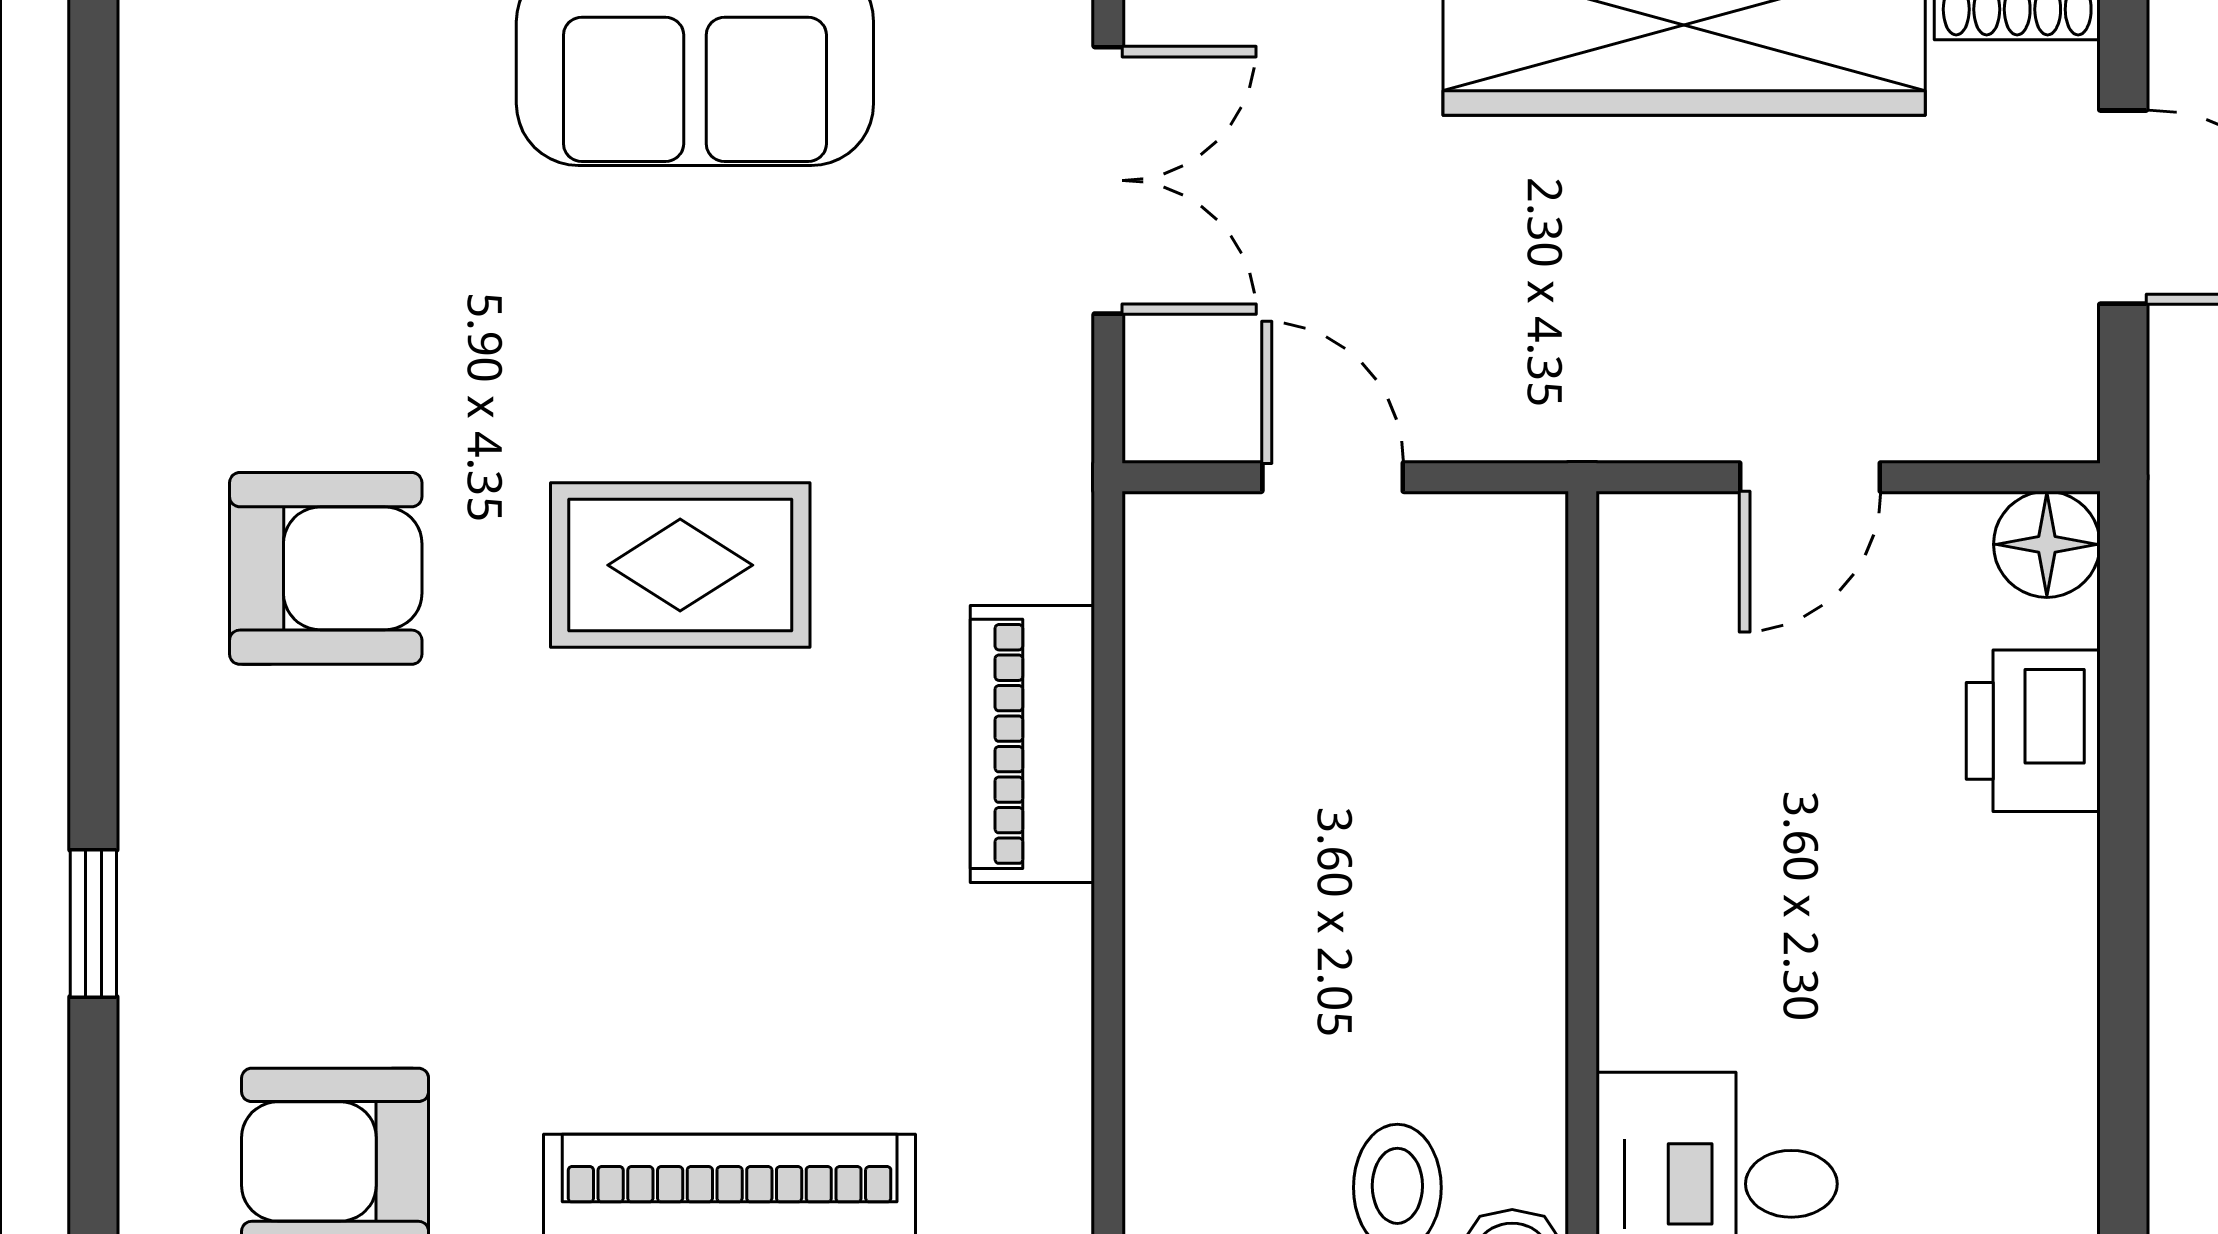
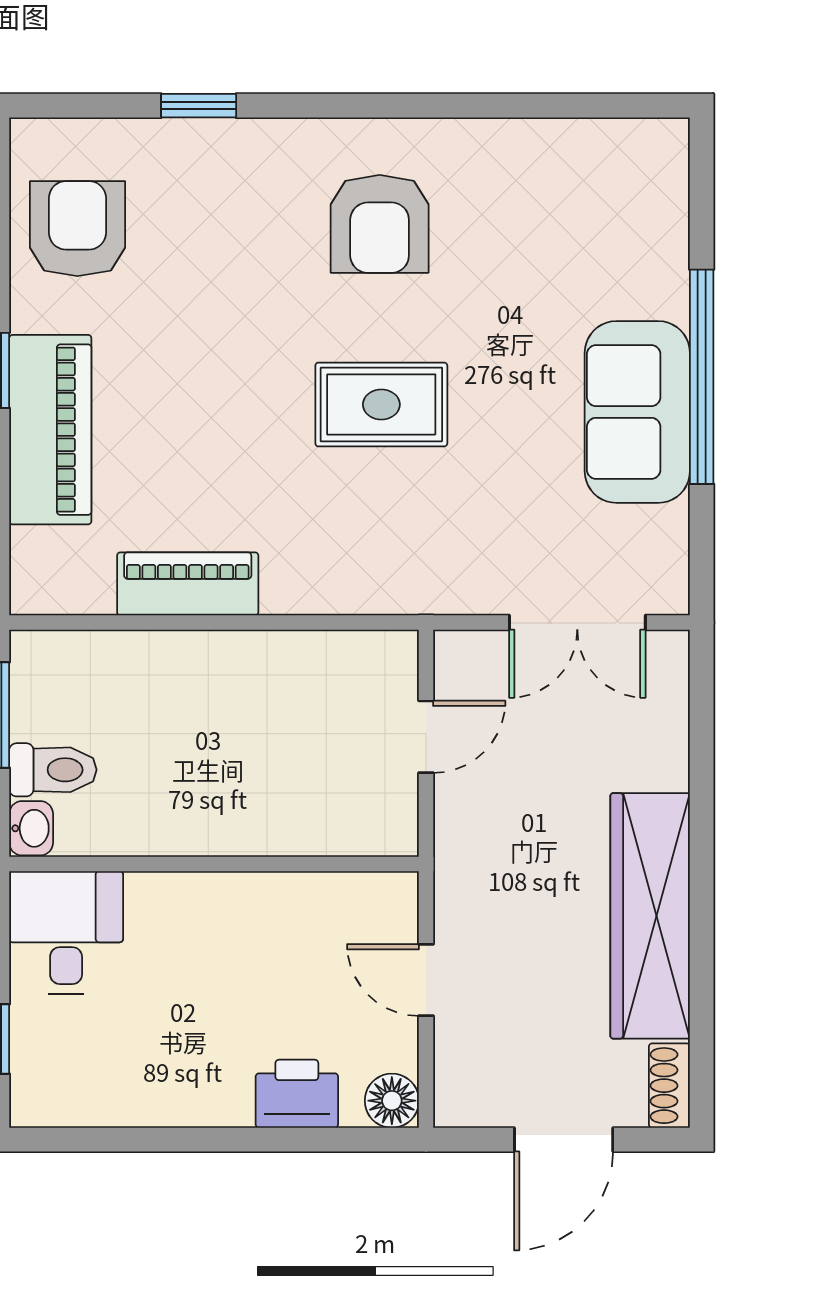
rug: (680, 565) -> (381, 404), turned 90
piano: (1032, 744) -> (188, 584), moved

